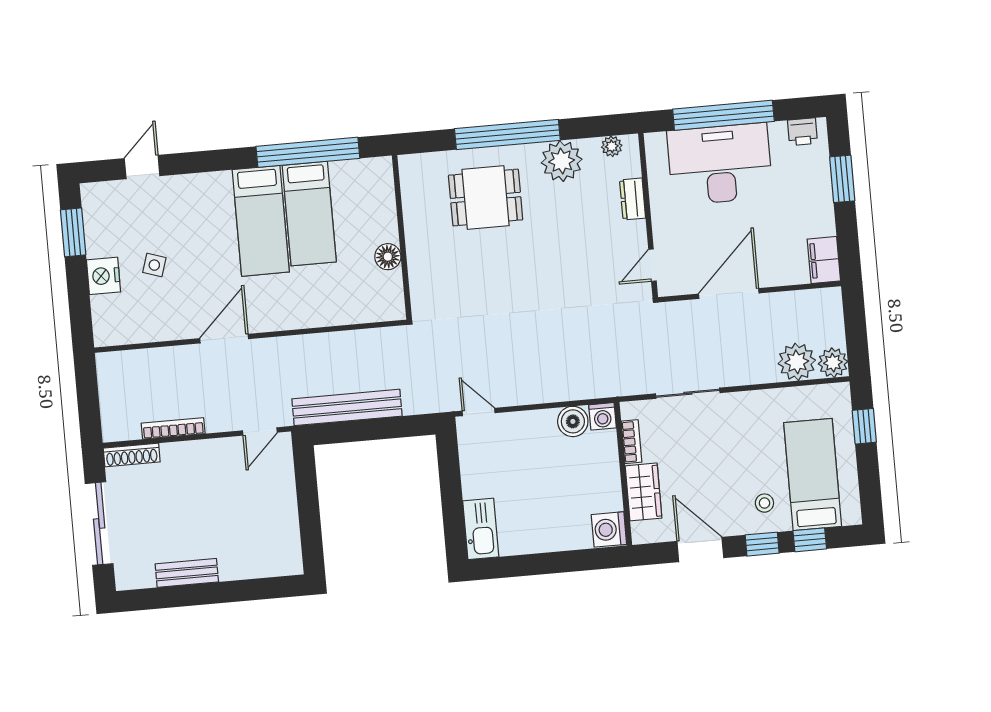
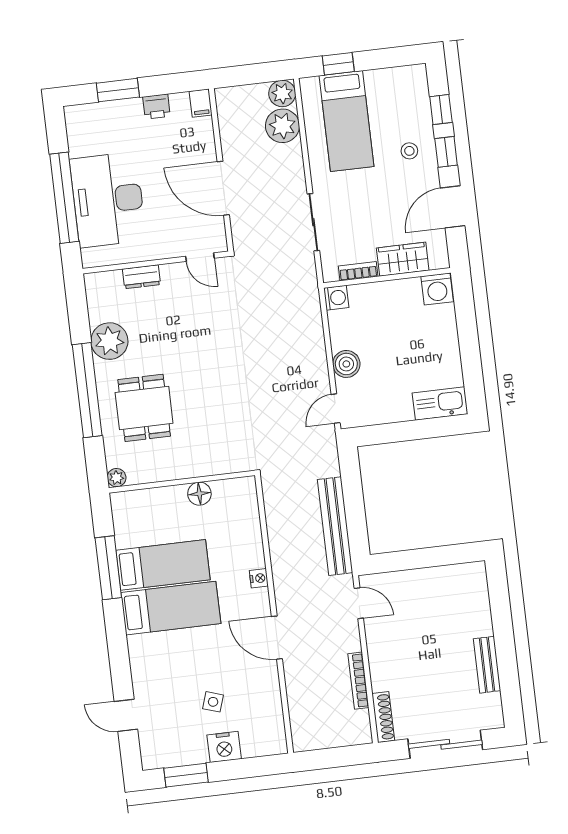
printer: (802, 132) -> (156, 107), moved, turned 90
plant: (612, 146) -> (117, 478), moved
window: (308, 152) -> (108, 568), width x0.68
filing cabinet: (824, 260) -> (201, 103), width x0.50
nightstand: (291, 320) -> (259, 578), added
boiler: (573, 421) -> (346, 364), moved
bed: (813, 474) -> (346, 121), moved, turned -90

